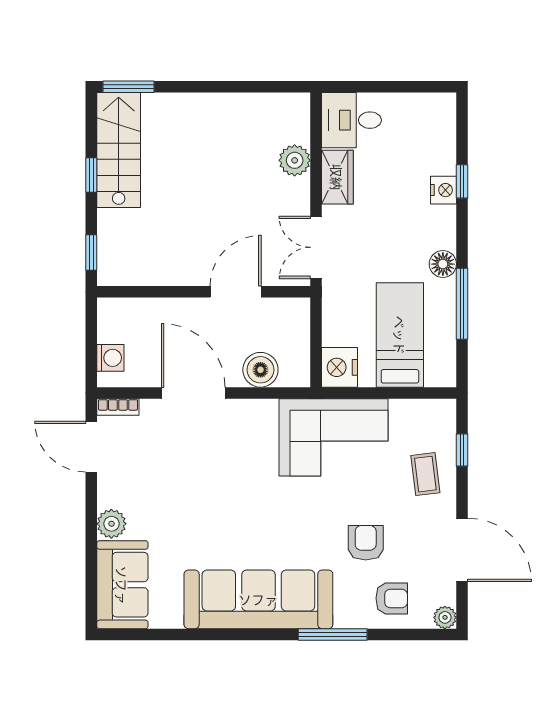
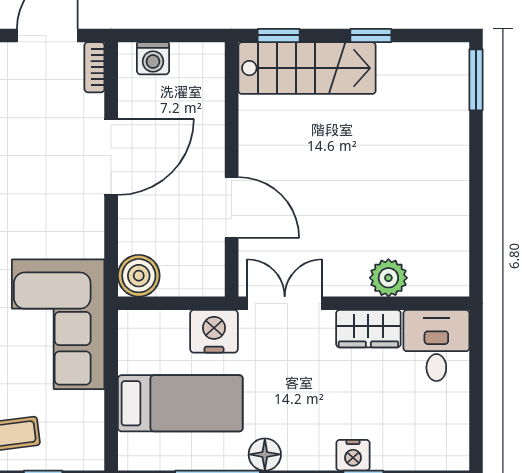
stairs: (119, 150) -> (307, 68), moved
nightstand: (339, 367) -> (214, 331), moved
boiler: (260, 370) -> (139, 276), moved

